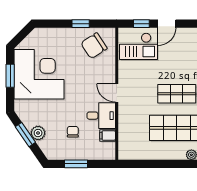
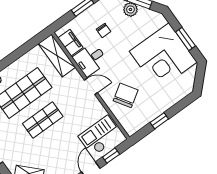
chair: (94, 46) -> (126, 95), moved
filing cabinet: (108, 136) -> (70, 43), width x2.00
shelving: (126, 139) -> (57, 56), added

